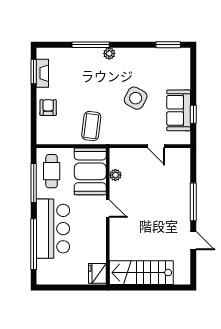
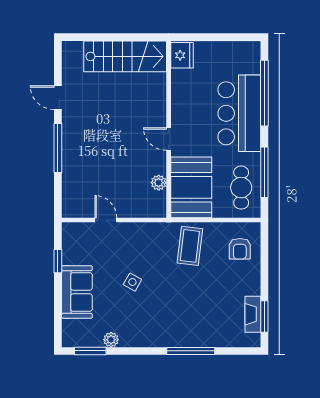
plant: (109, 54) -> (111, 340), moved
side table: (136, 98) -> (132, 282), width x0.54, depth x0.54
armchair: (48, 108) -> (240, 249), moved
sofa: (179, 110) -> (77, 292), moved

